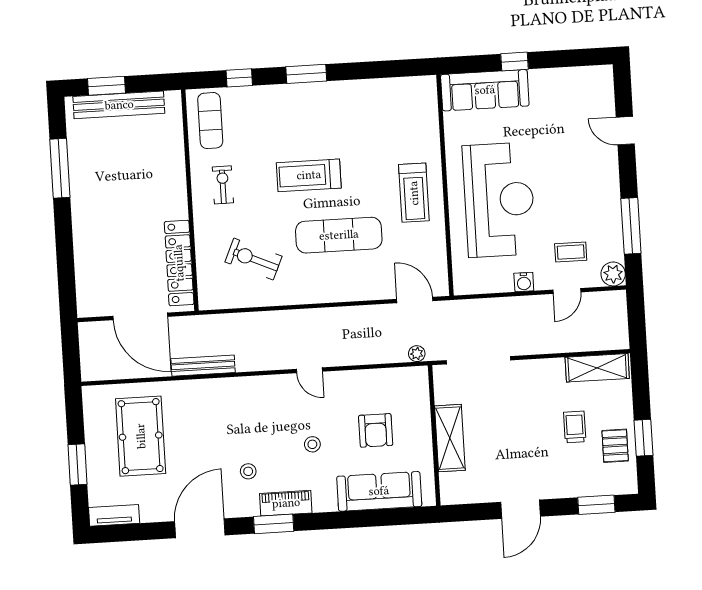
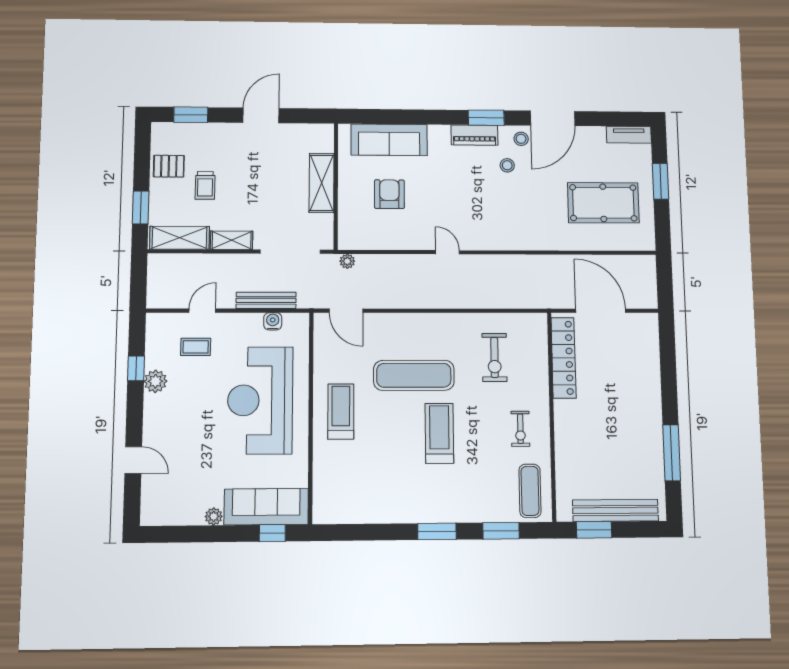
window: (514, 61) -> (272, 533), moved
window: (239, 78) -> (501, 531), width x1.50
plant: (538, 78) -> (214, 516), added
window: (106, 86) -> (594, 530), moved
treadmill: (309, 175) -> (439, 433), turned -90
window: (631, 226) -> (136, 368), width x0.46
exercise bike: (254, 259) -> (495, 357), turned 66
plant: (613, 274) -> (155, 381), moved
water cooler: (524, 282) -> (273, 321), moved
bench: (203, 366) -> (266, 300), moved
shelving: (542, 369) -> (232, 240), added
pool table: (141, 436) -> (603, 203), turned 90
window: (643, 438) -> (141, 207), moved
stool: (312, 444) -> (521, 139), moved
pallet: (615, 446) -> (169, 166), turned 90

